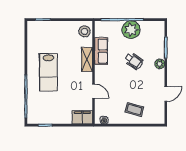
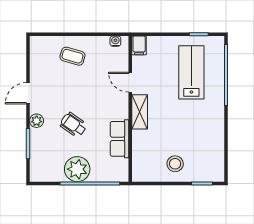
stool: (84, 31) -> (175, 164), moved
shelving: (87, 59) -> (140, 112), moved
lab bench: (49, 72) -> (191, 72), moved
door: (166, 94) -> (28, 93), moved
filing cabinet: (82, 117) -> (139, 45), width x0.50

